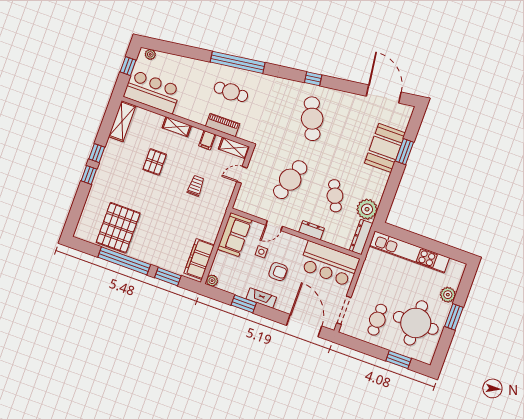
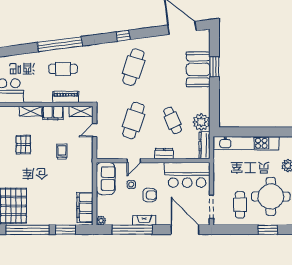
cafe table: (312, 119) -> (133, 67), turned 39
filing cabinet: (207, 140) -> (53, 113), width x2.00
window: (244, 304) -> (132, 230), width x2.11

